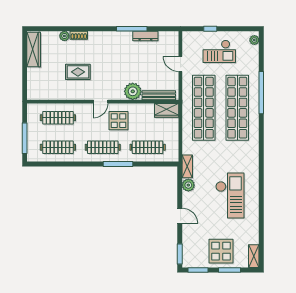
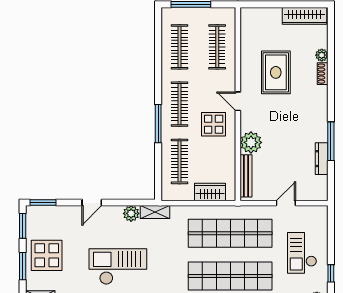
window: (210, 29) -> (331, 273), moved
rug: (78, 72) -> (276, 72), width x1.36, depth x1.43
wardrobe: (167, 110) -> (210, 192), moved, turned 90
checkout: (230, 196) -> (118, 267), turned 180

